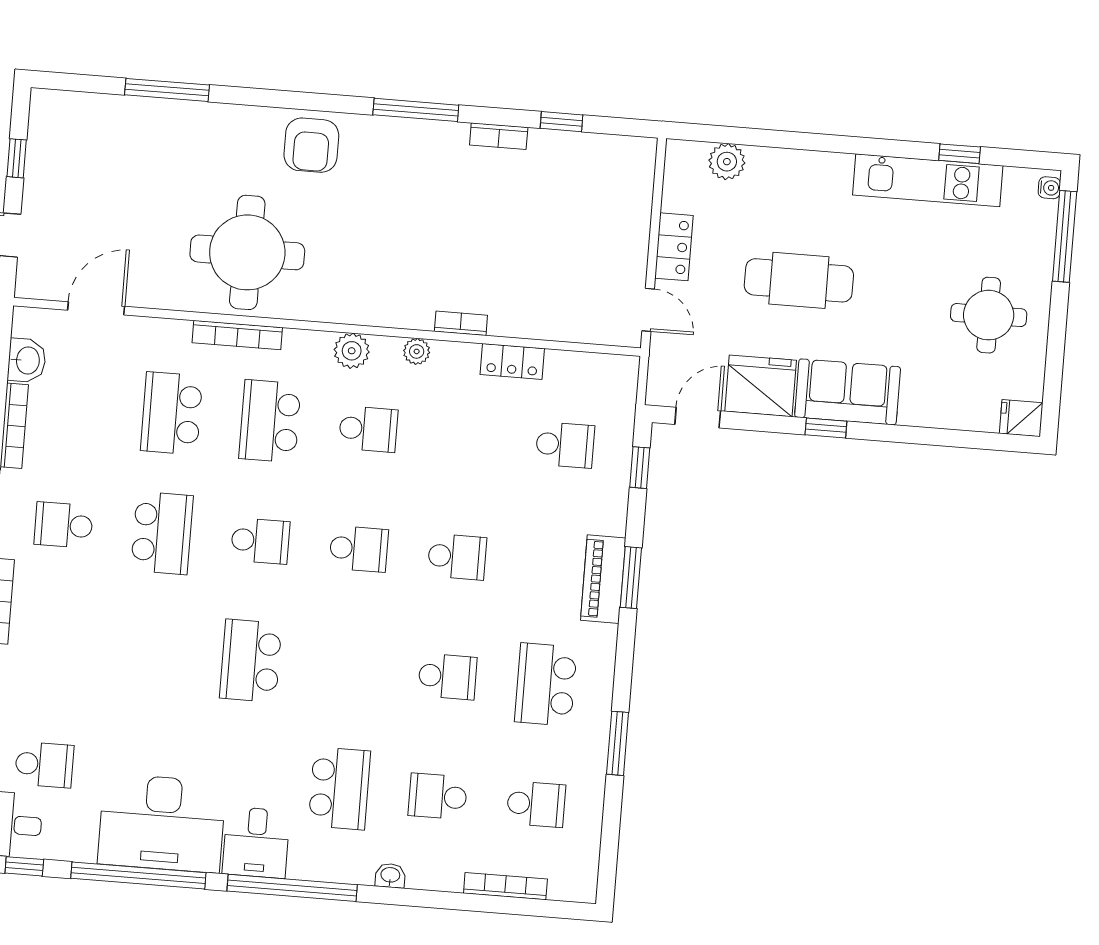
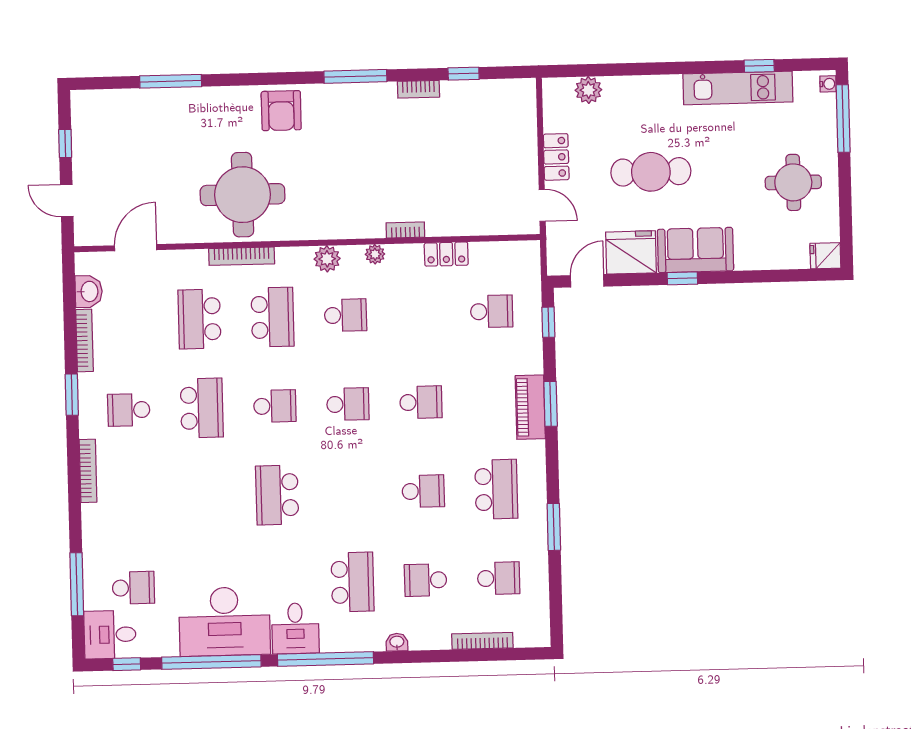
school desk: (270, 421) -> (272, 317), turned 180
school desk: (546, 684) -> (496, 489), turned 180

